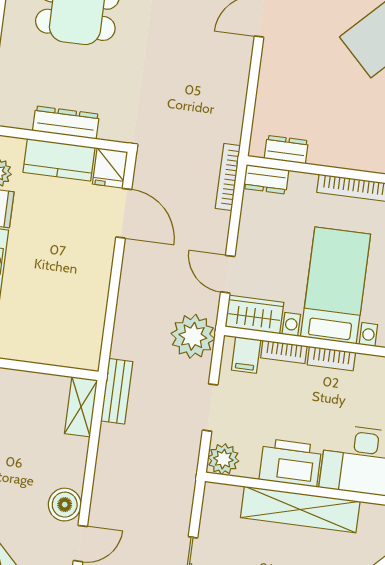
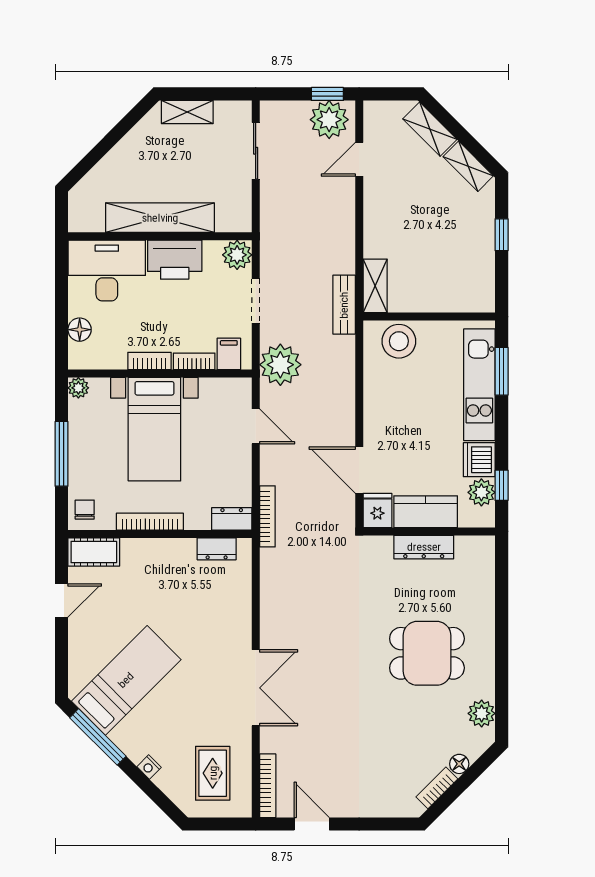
wardrobe: (254, 315) -> (226, 392), removed
stool: (64, 345) -> (399, 341), added
boiler: (65, 505) -> (378, 193), removed

